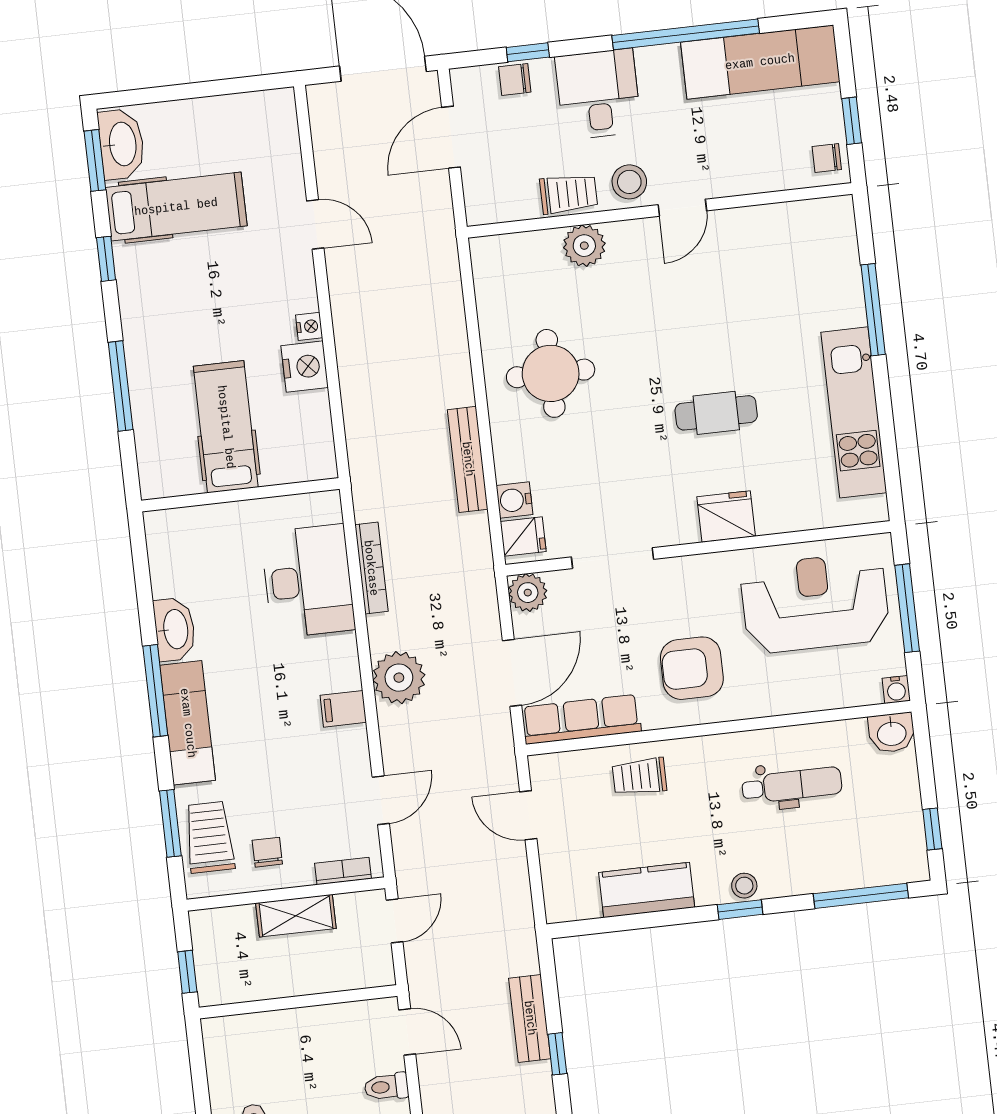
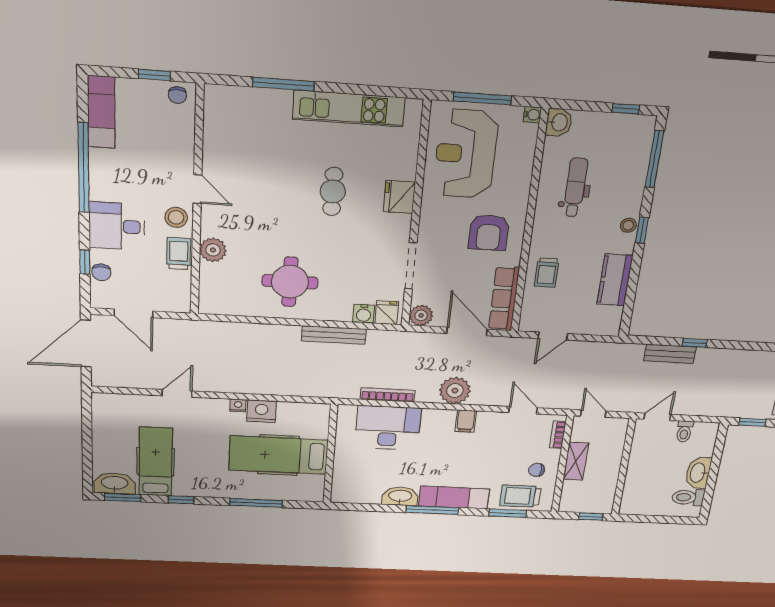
exam couch: (760, 62) -> (101, 112), width x0.73, depth x0.69
hospital bed: (226, 427) -> (278, 455), width x1.37, depth x1.29

